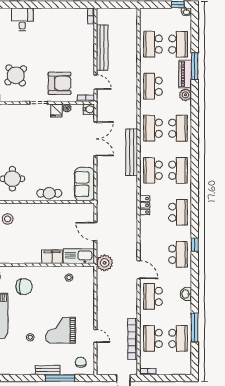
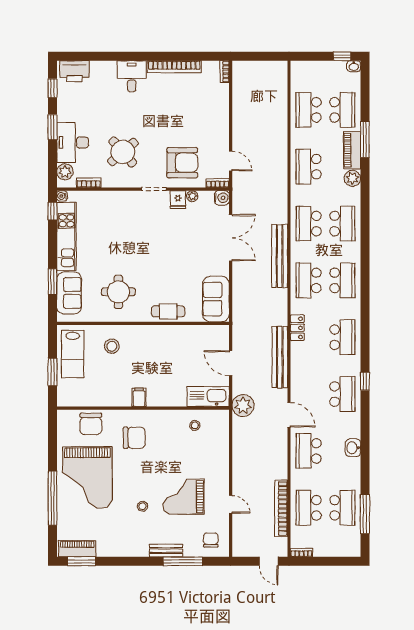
bookcase: (54, 12) -> (174, 67), added
bench: (102, 48) -> (280, 357), moved
filing cabinet: (52, 257) -> (139, 397), moved, width x0.50
window: (195, 327) -> (365, 514), moved

